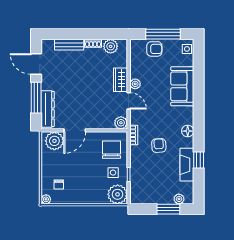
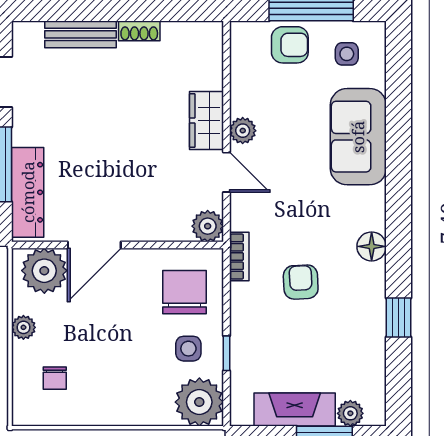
plant: (111, 46) -> (182, 38), removed
side table: (187, 49) -> (347, 54), moved
fireplace: (187, 165) -> (295, 410), moved, turned 90
plant: (46, 199) -> (23, 327), moved

